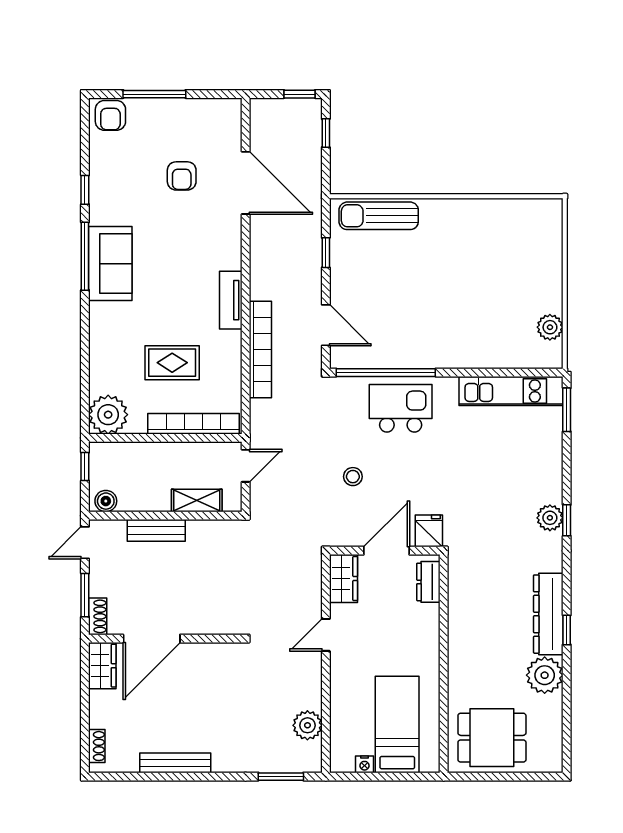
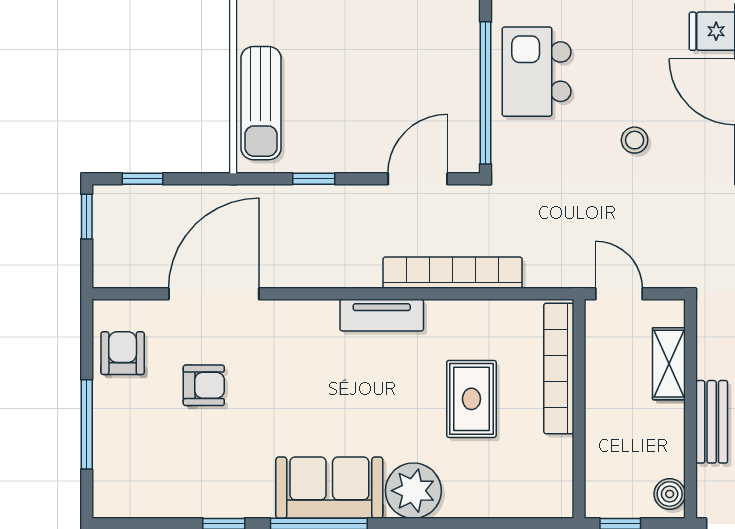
armchair: (110, 115) -> (123, 353), moved, turned -90
plant: (108, 415) -> (413, 491), moved

